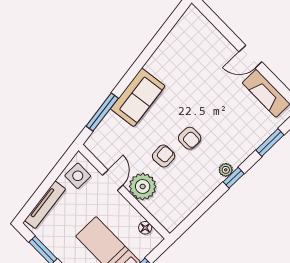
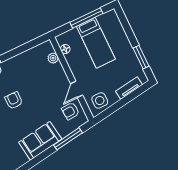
armchair: (164, 156) -> (70, 111), moved
plant: (143, 186) -> (53, 58), moved, width x0.53, depth x0.53
tv unit: (45, 205) -> (129, 88), width x0.71

